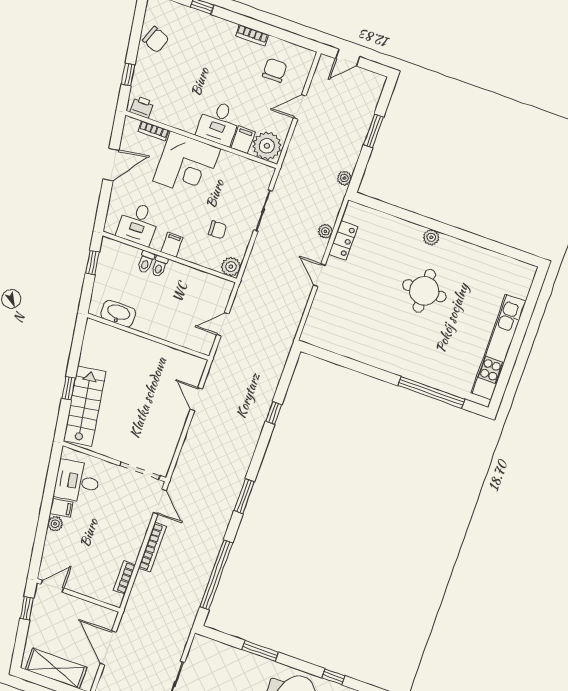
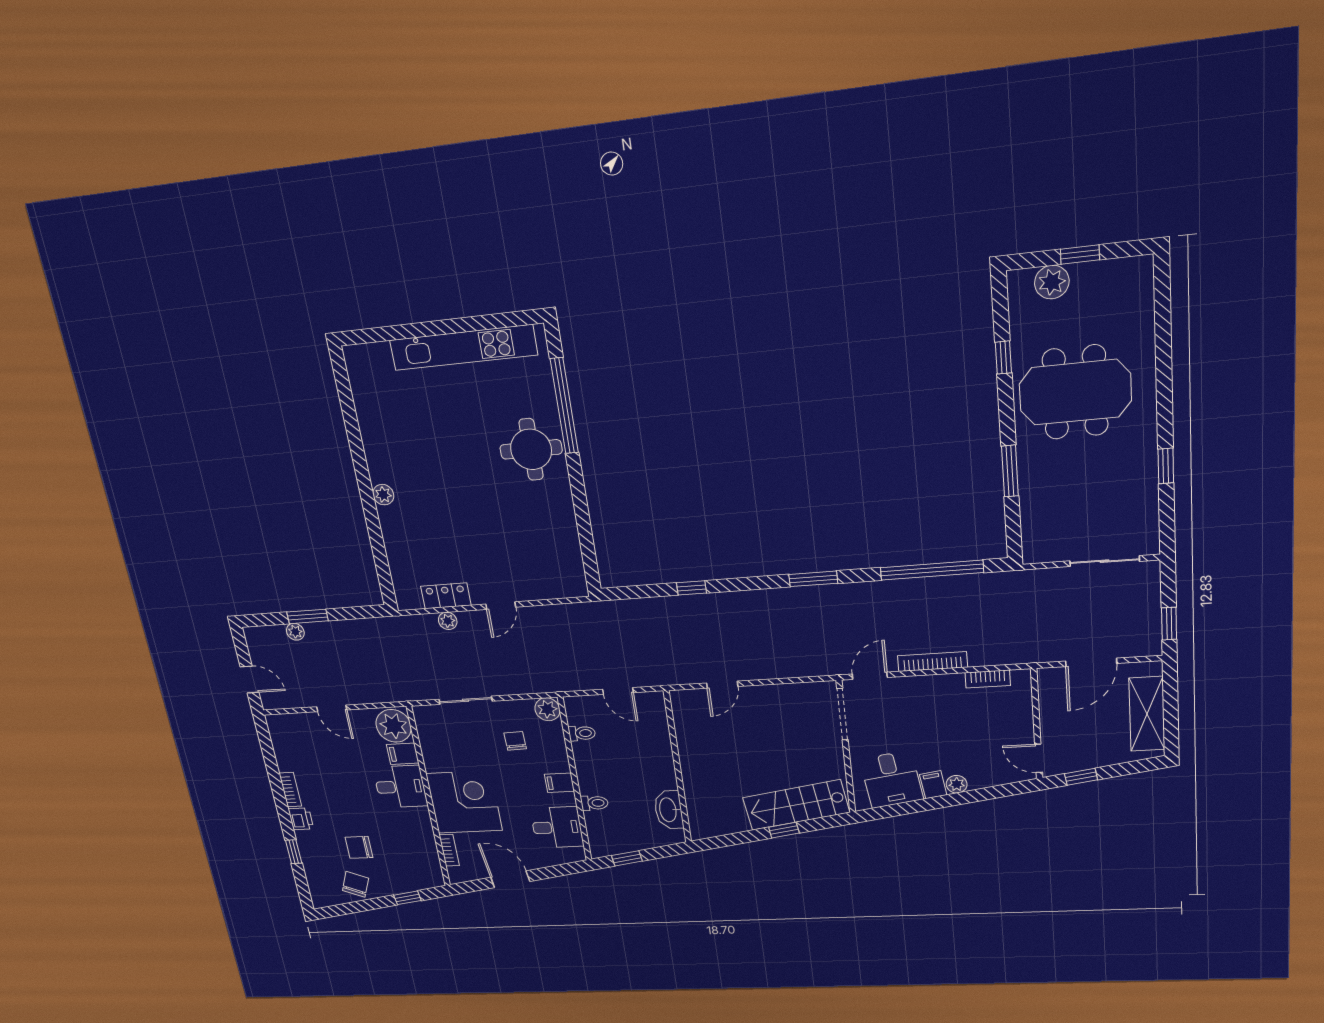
chair: (275, 70) -> (359, 847), moved
printer: (142, 107) -> (301, 819), moved, turned 180
plant: (344, 178) -> (295, 632), moved
toilet: (159, 266) -> (582, 733), moved
round table: (424, 291) -> (531, 449), moved

